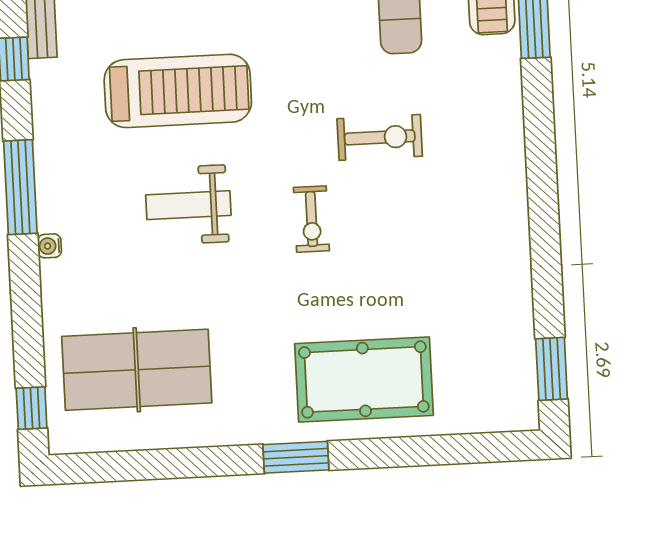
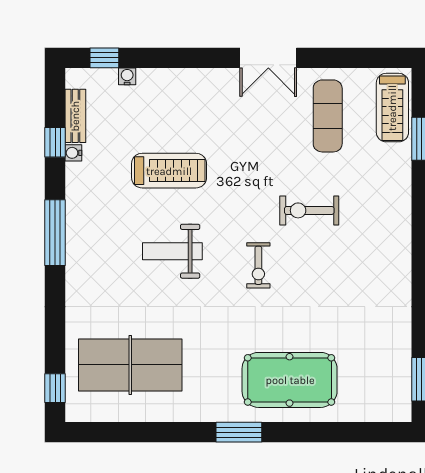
treadmill: (178, 91) -> (169, 171), width x0.73, depth x0.73
exercise bike: (380, 137) -> (309, 210), turned 180
water cooler: (49, 246) -> (73, 153), moved

